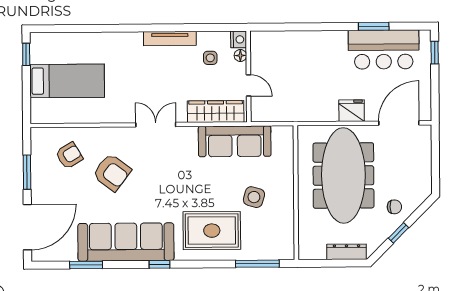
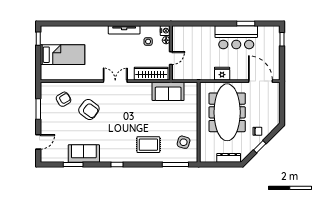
bar counter: (384, 49) -> (236, 37), moved
door: (249, 85) -> (171, 58), hinge flipped
fridge: (352, 111) -> (222, 74), moved
door: (399, 123) -> (260, 81), hinge flipped
sofa: (235, 141) -> (168, 91), width x0.73
side table: (254, 197) -> (184, 142), moved
door: (27, 227) -> (38, 142), width x0.53
rug: (212, 231) -> (148, 145), width x0.73, depth x0.70
sofa: (126, 242) -> (84, 154), width x0.54, depth x0.79

